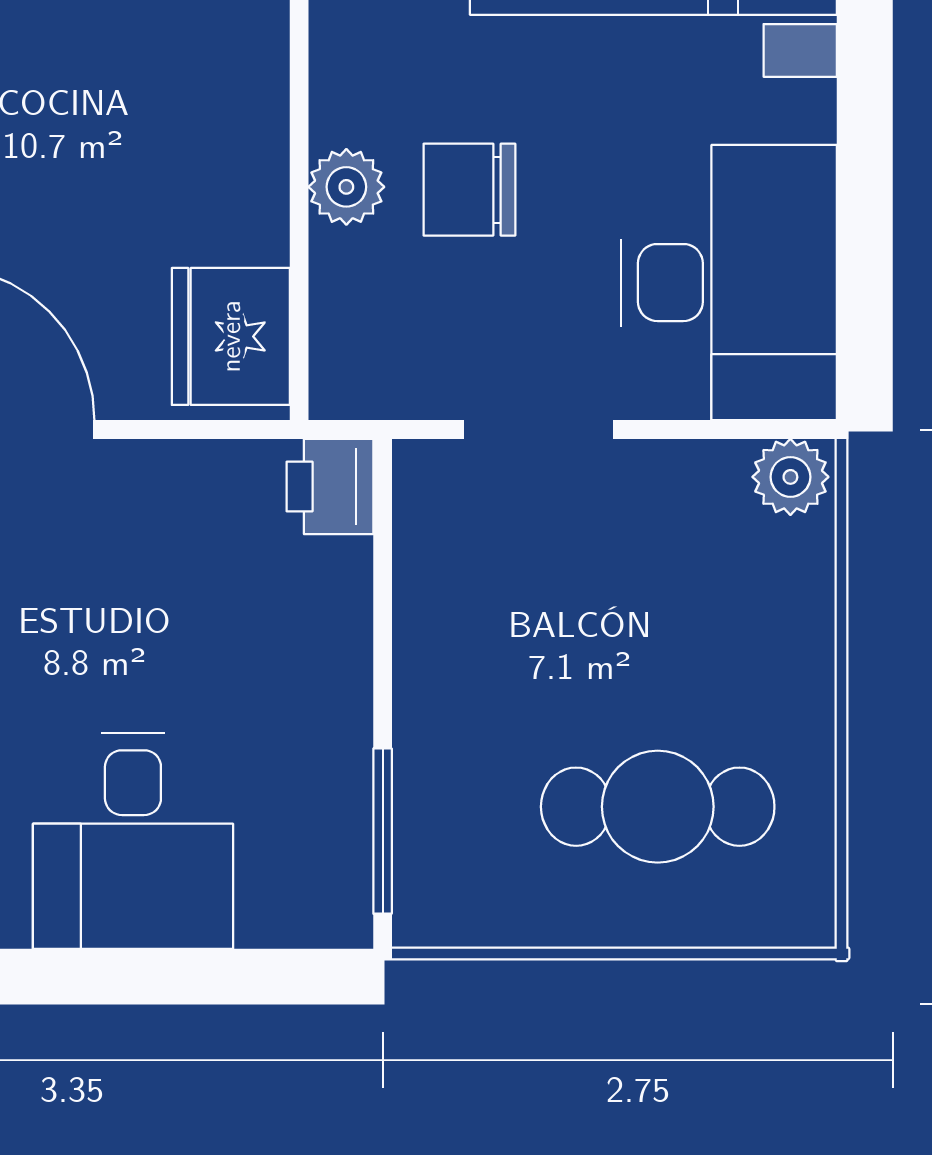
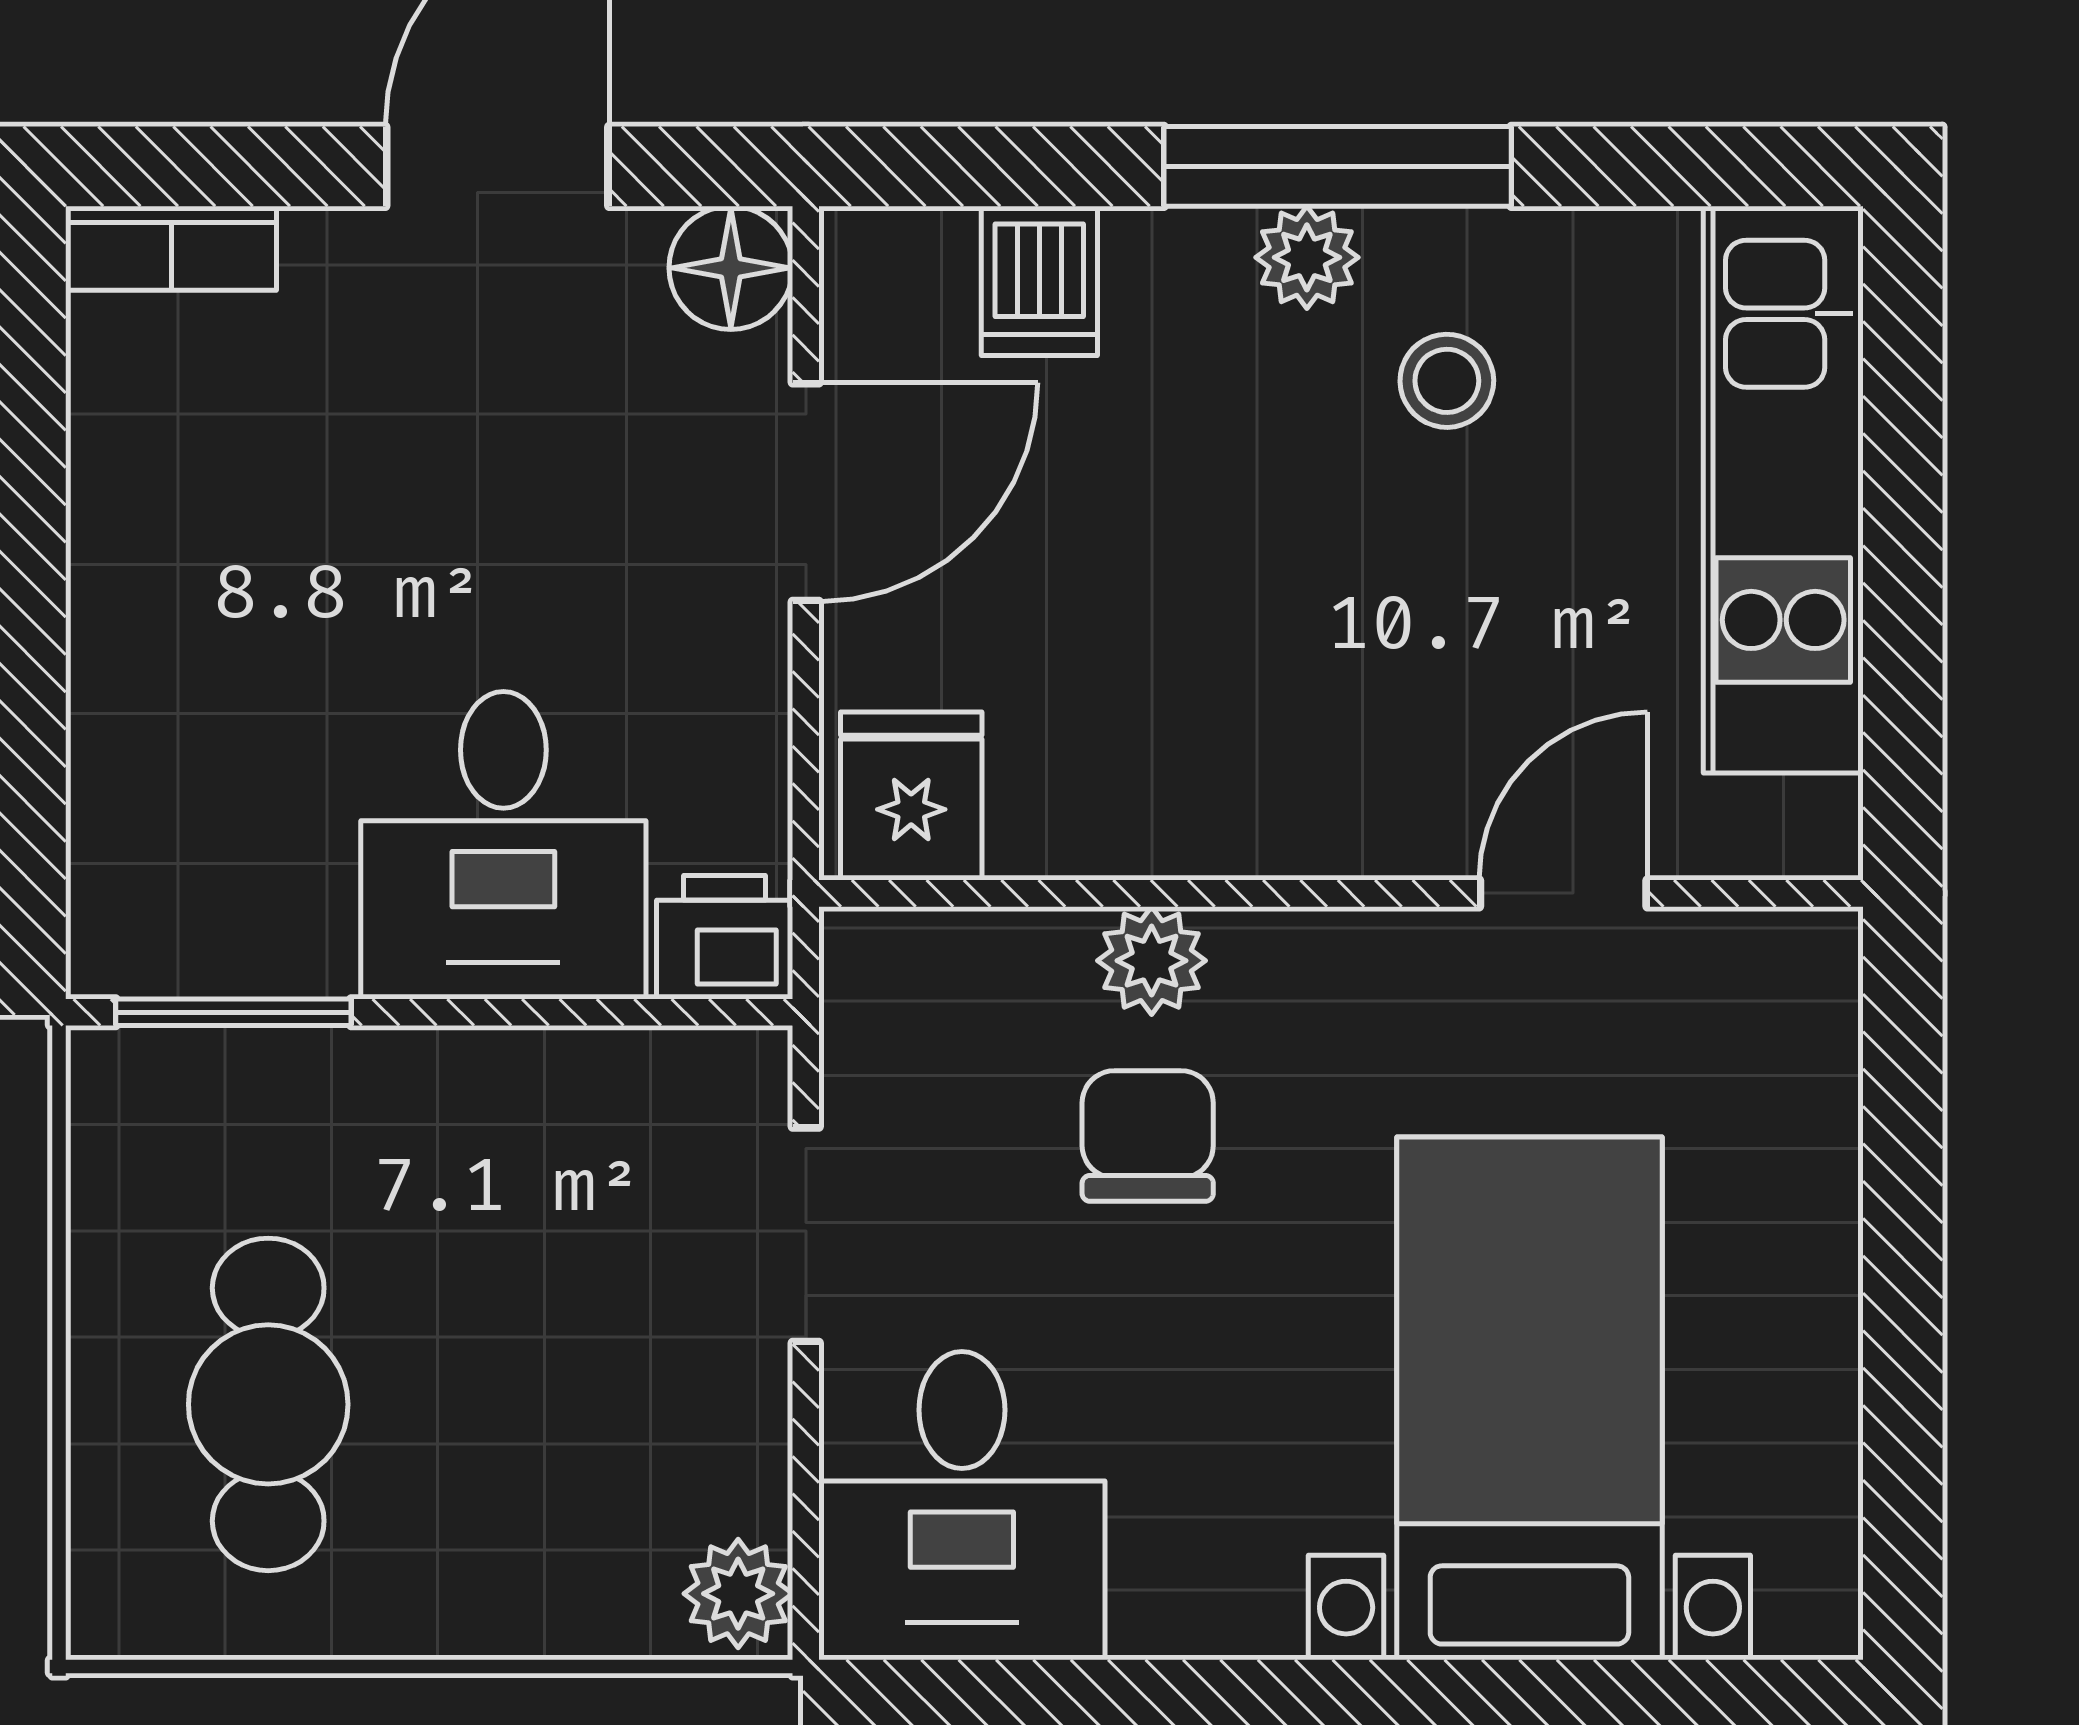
desk: (729, 283) -> (962, 1506), width x0.73
fridge: (231, 336) -> (911, 796), width x0.72
desk: (133, 841) -> (503, 845), moved, turned -90

